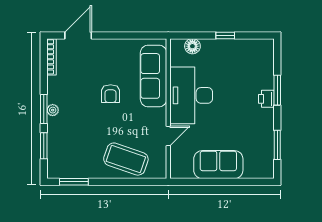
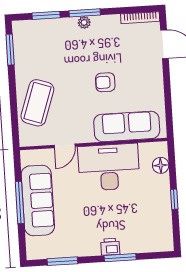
door: (168, 136) -> (65, 146), hinge flipped
sofa: (218, 165) -> (38, 200), width x1.36
window: (219, 182) -> (20, 203), added

